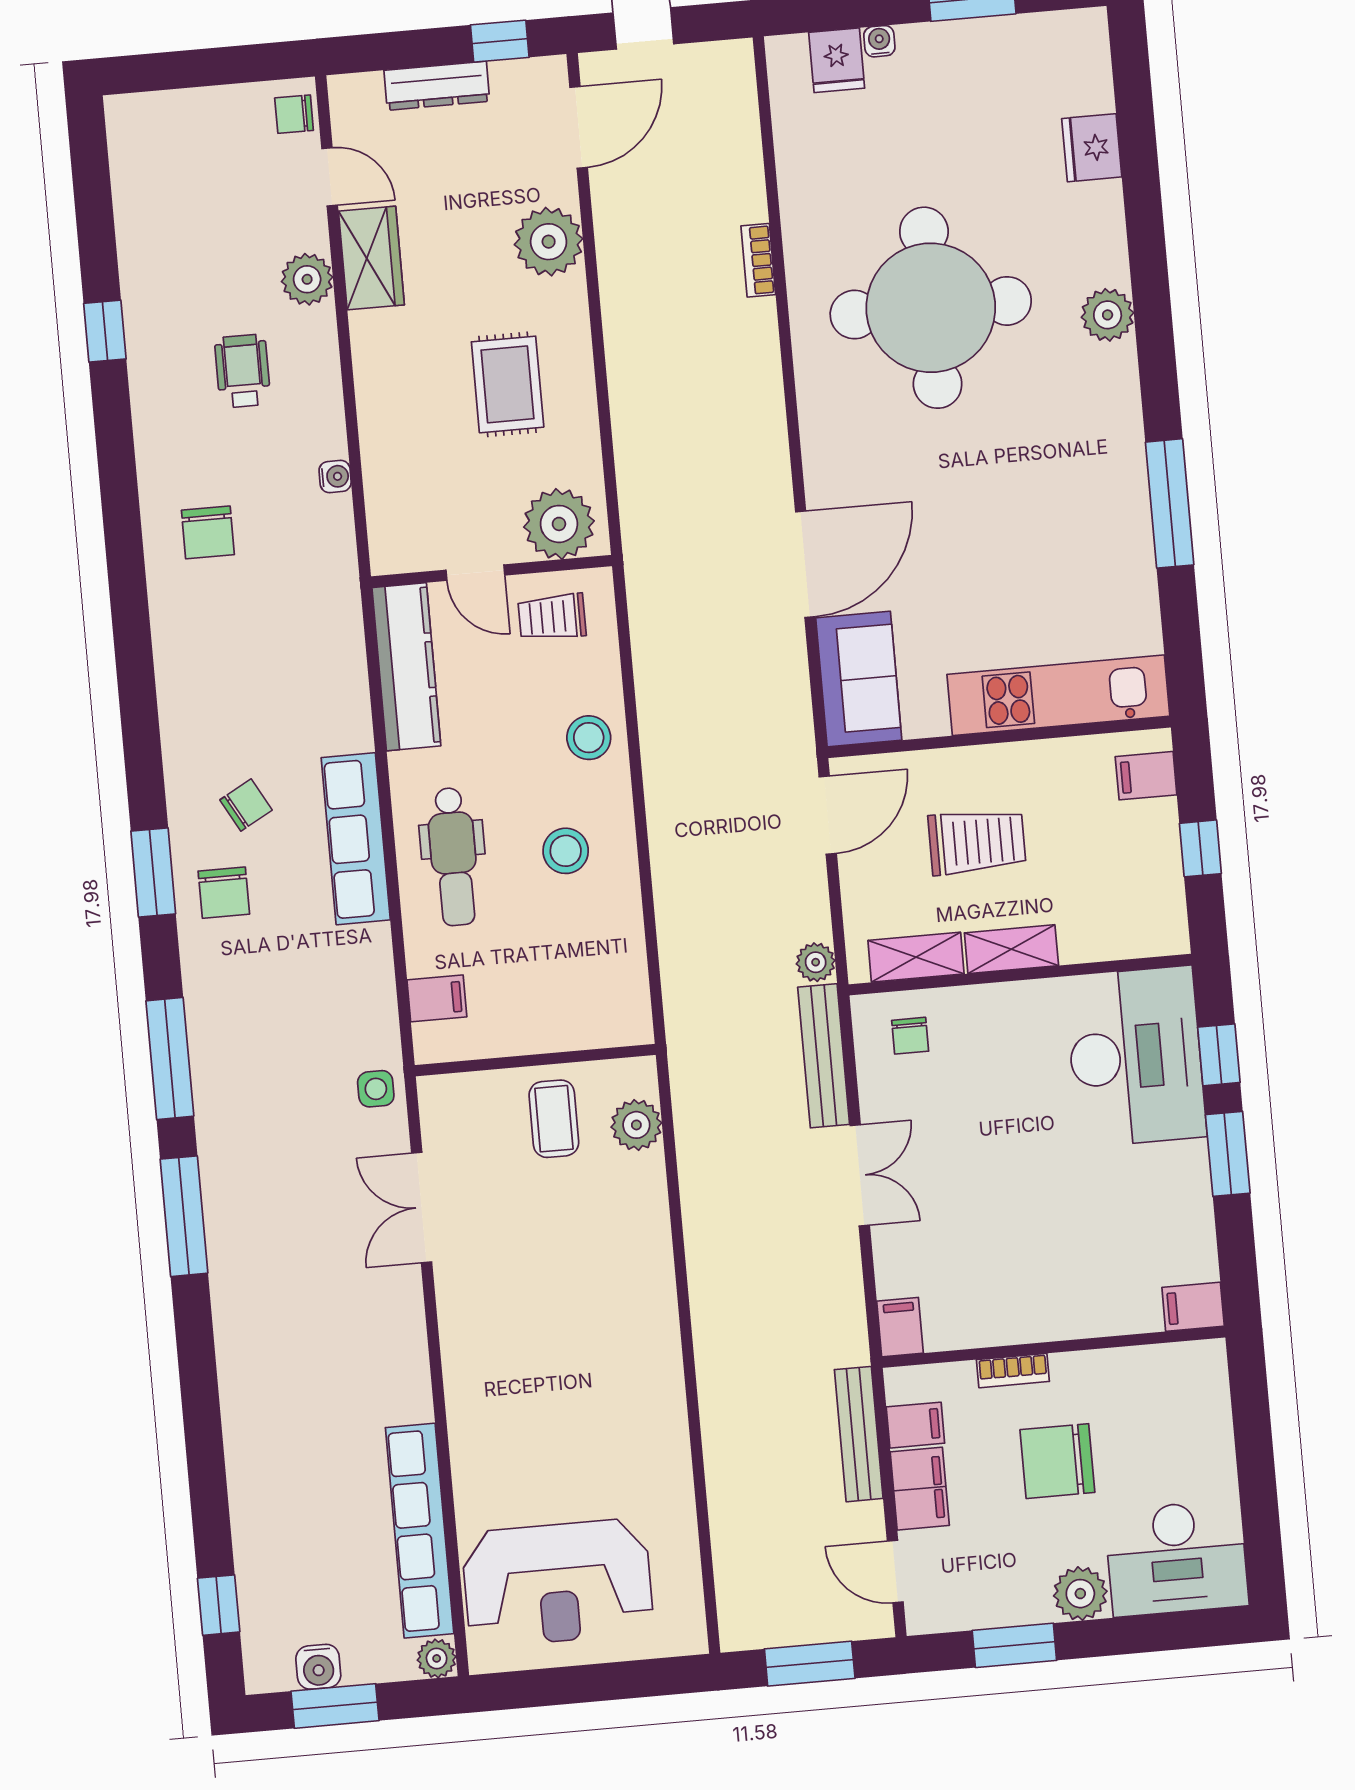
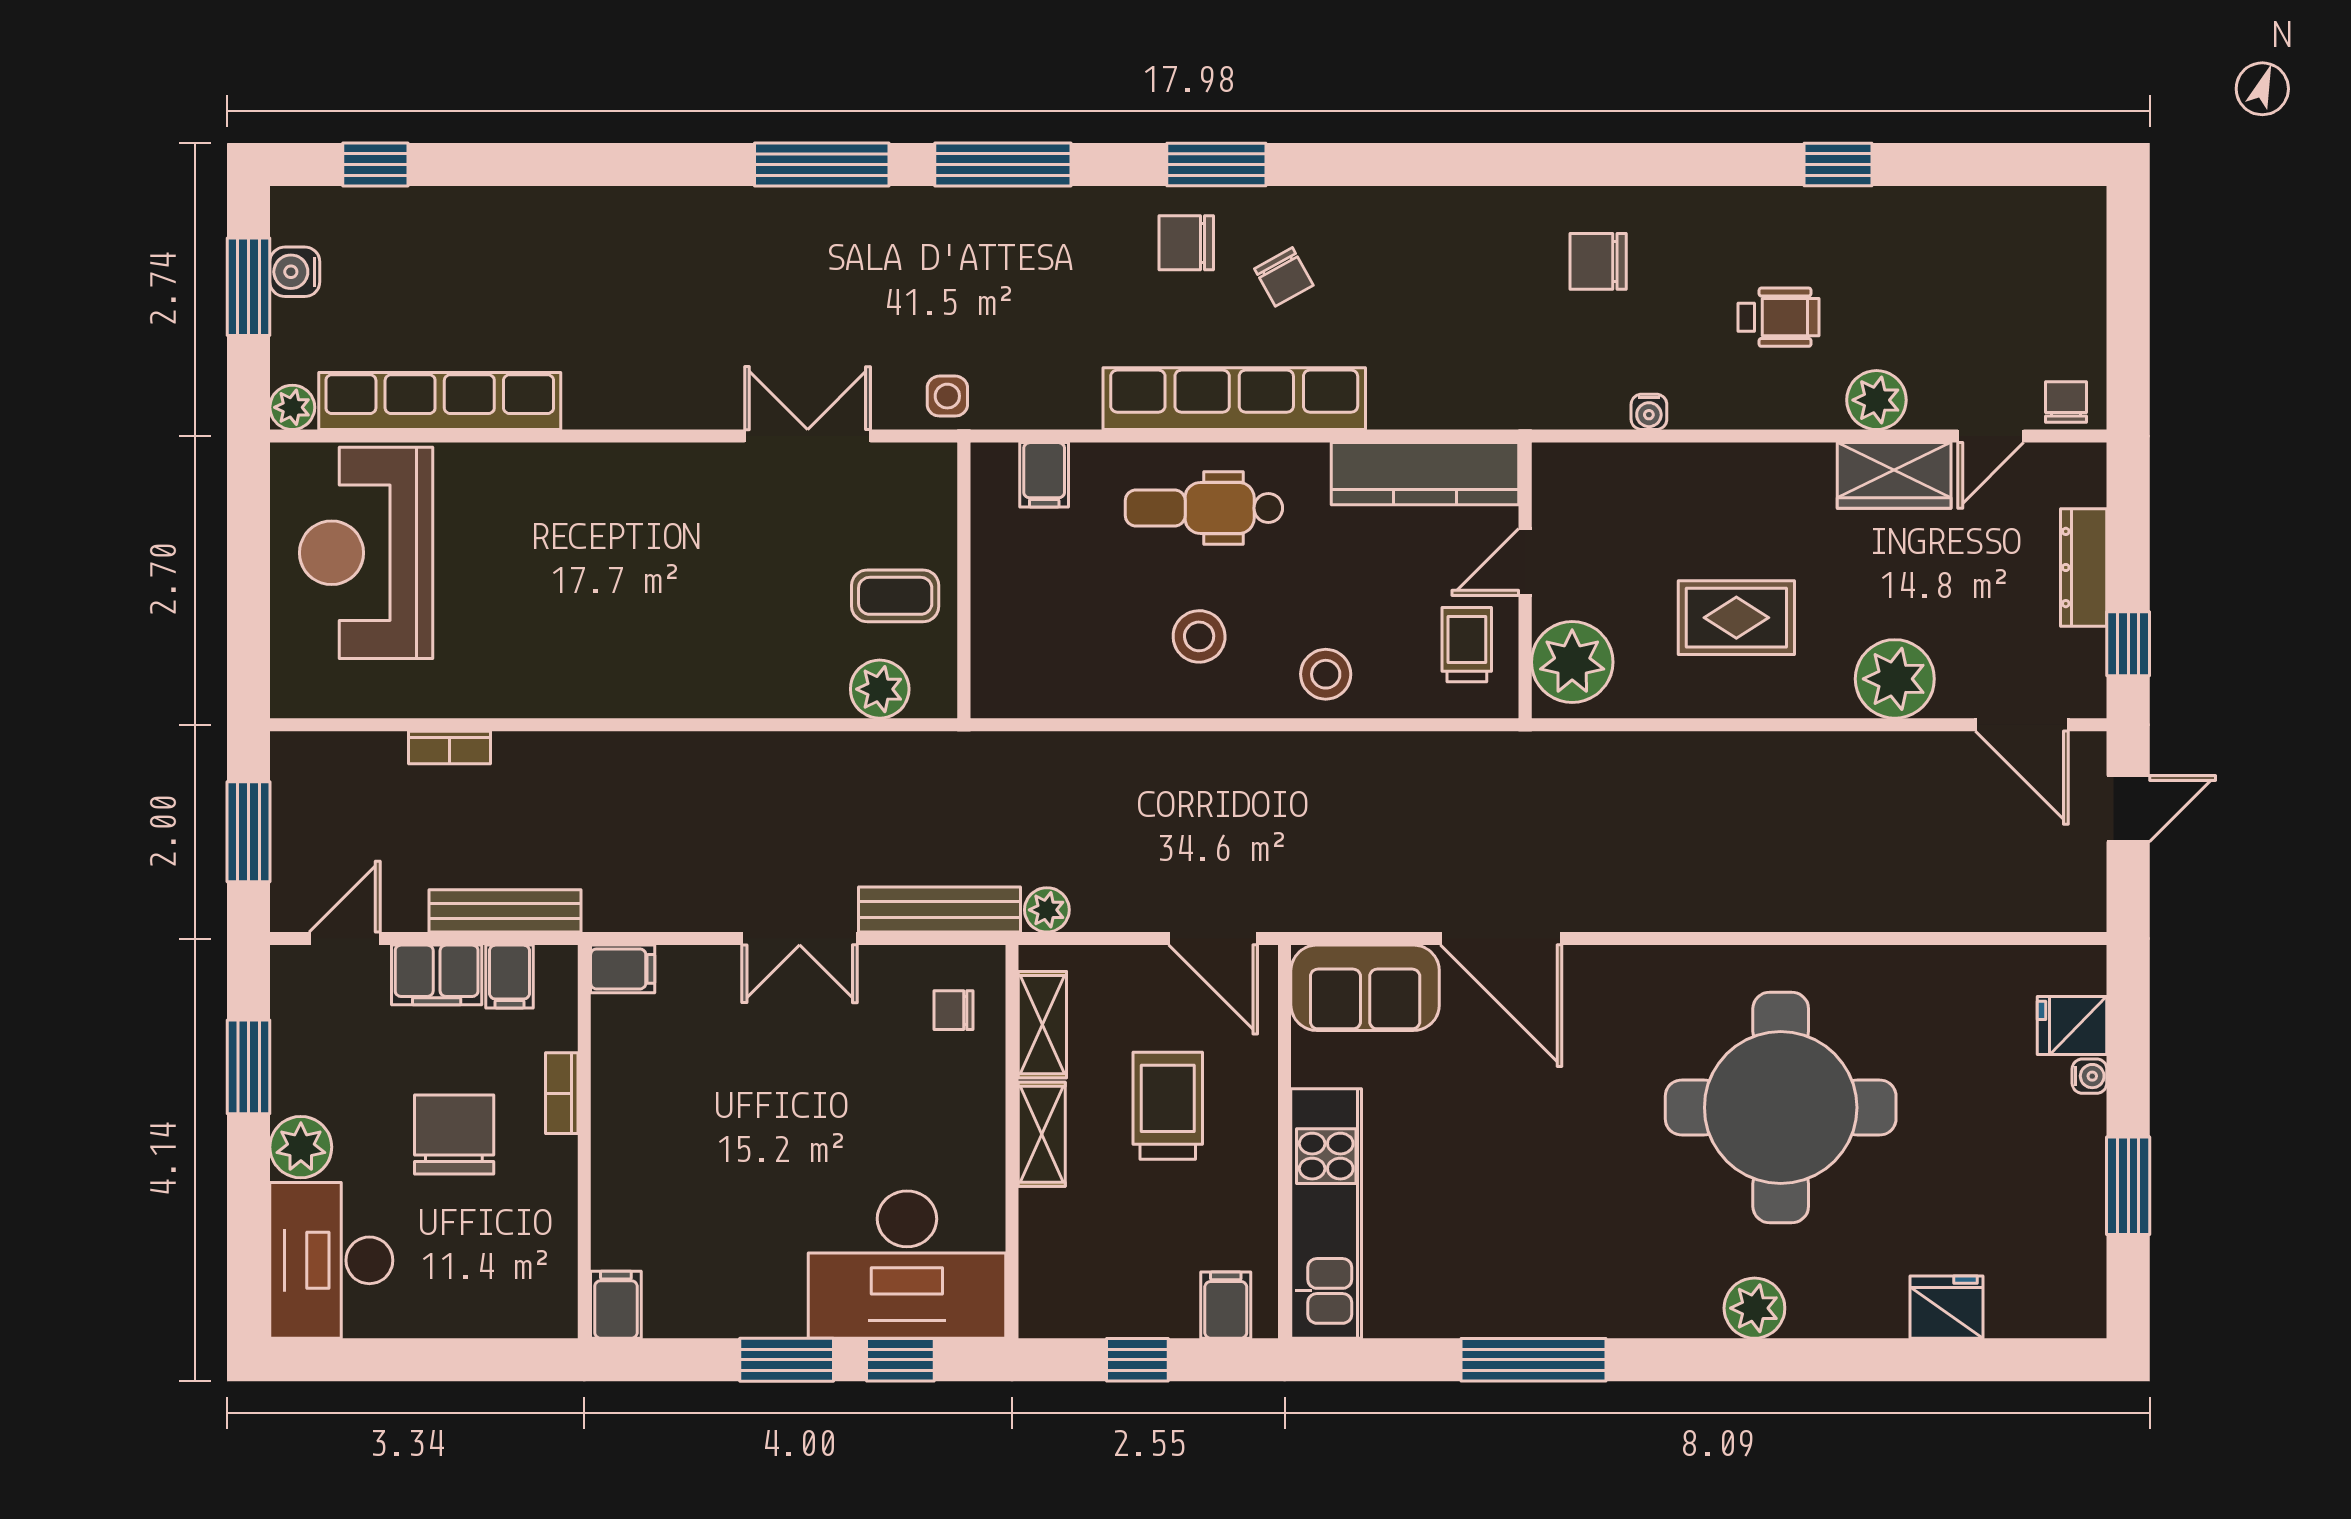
bookcase: (758, 260) -> (449, 748), moved, turned 180
row of seats: (356, 839) -> (1234, 399), width x1.36
trolley: (977, 842) -> (1168, 1106), turned 180

